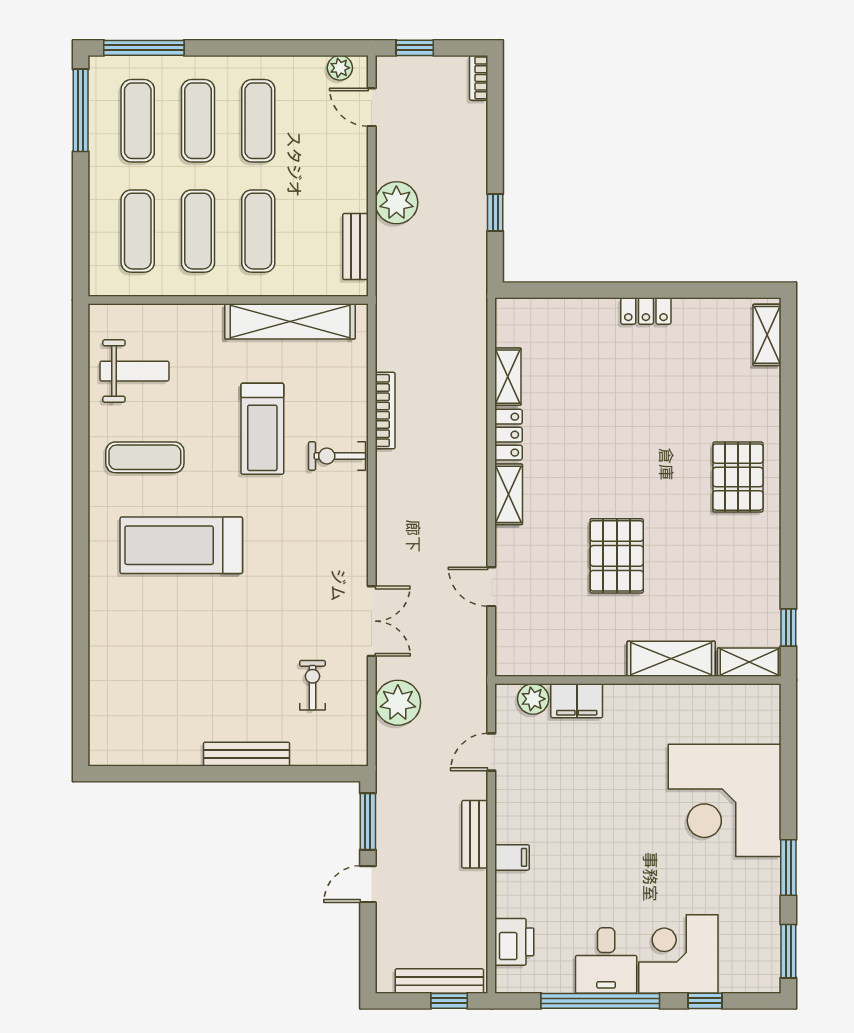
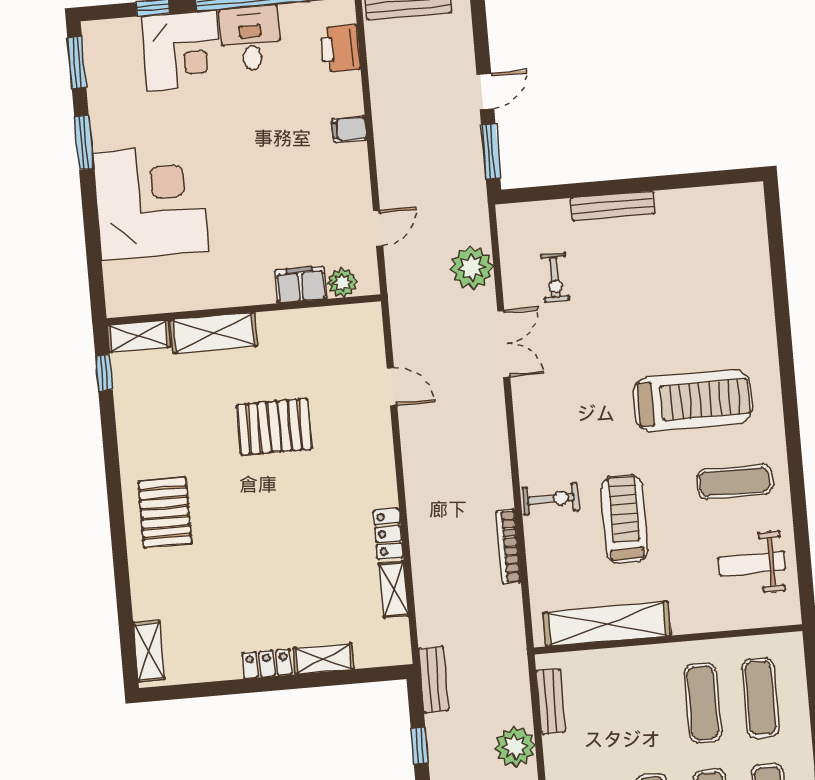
exercise mat: (258, 231) -> (645, 708), removed
shelving: (509, 494) -> (324, 659), moved, turned 90
pallet: (617, 556) -> (274, 427), turned 90
double door: (372, 621) -> (504, 344), swing flipped
bench: (475, 834) -> (434, 679), moved

